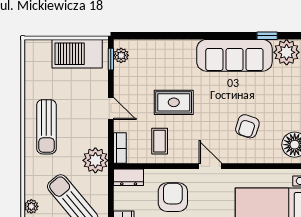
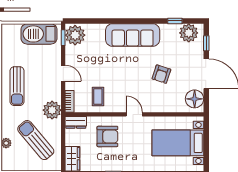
plant: (121, 55) -> (75, 35), width x1.87, depth x1.87
sofa: (234, 55) -> (133, 35), moved
rug: (174, 102) -> (108, 69), removed
armchair: (247, 126) -> (161, 74), moved
armchair: (173, 197) -> (107, 136), turned 90

